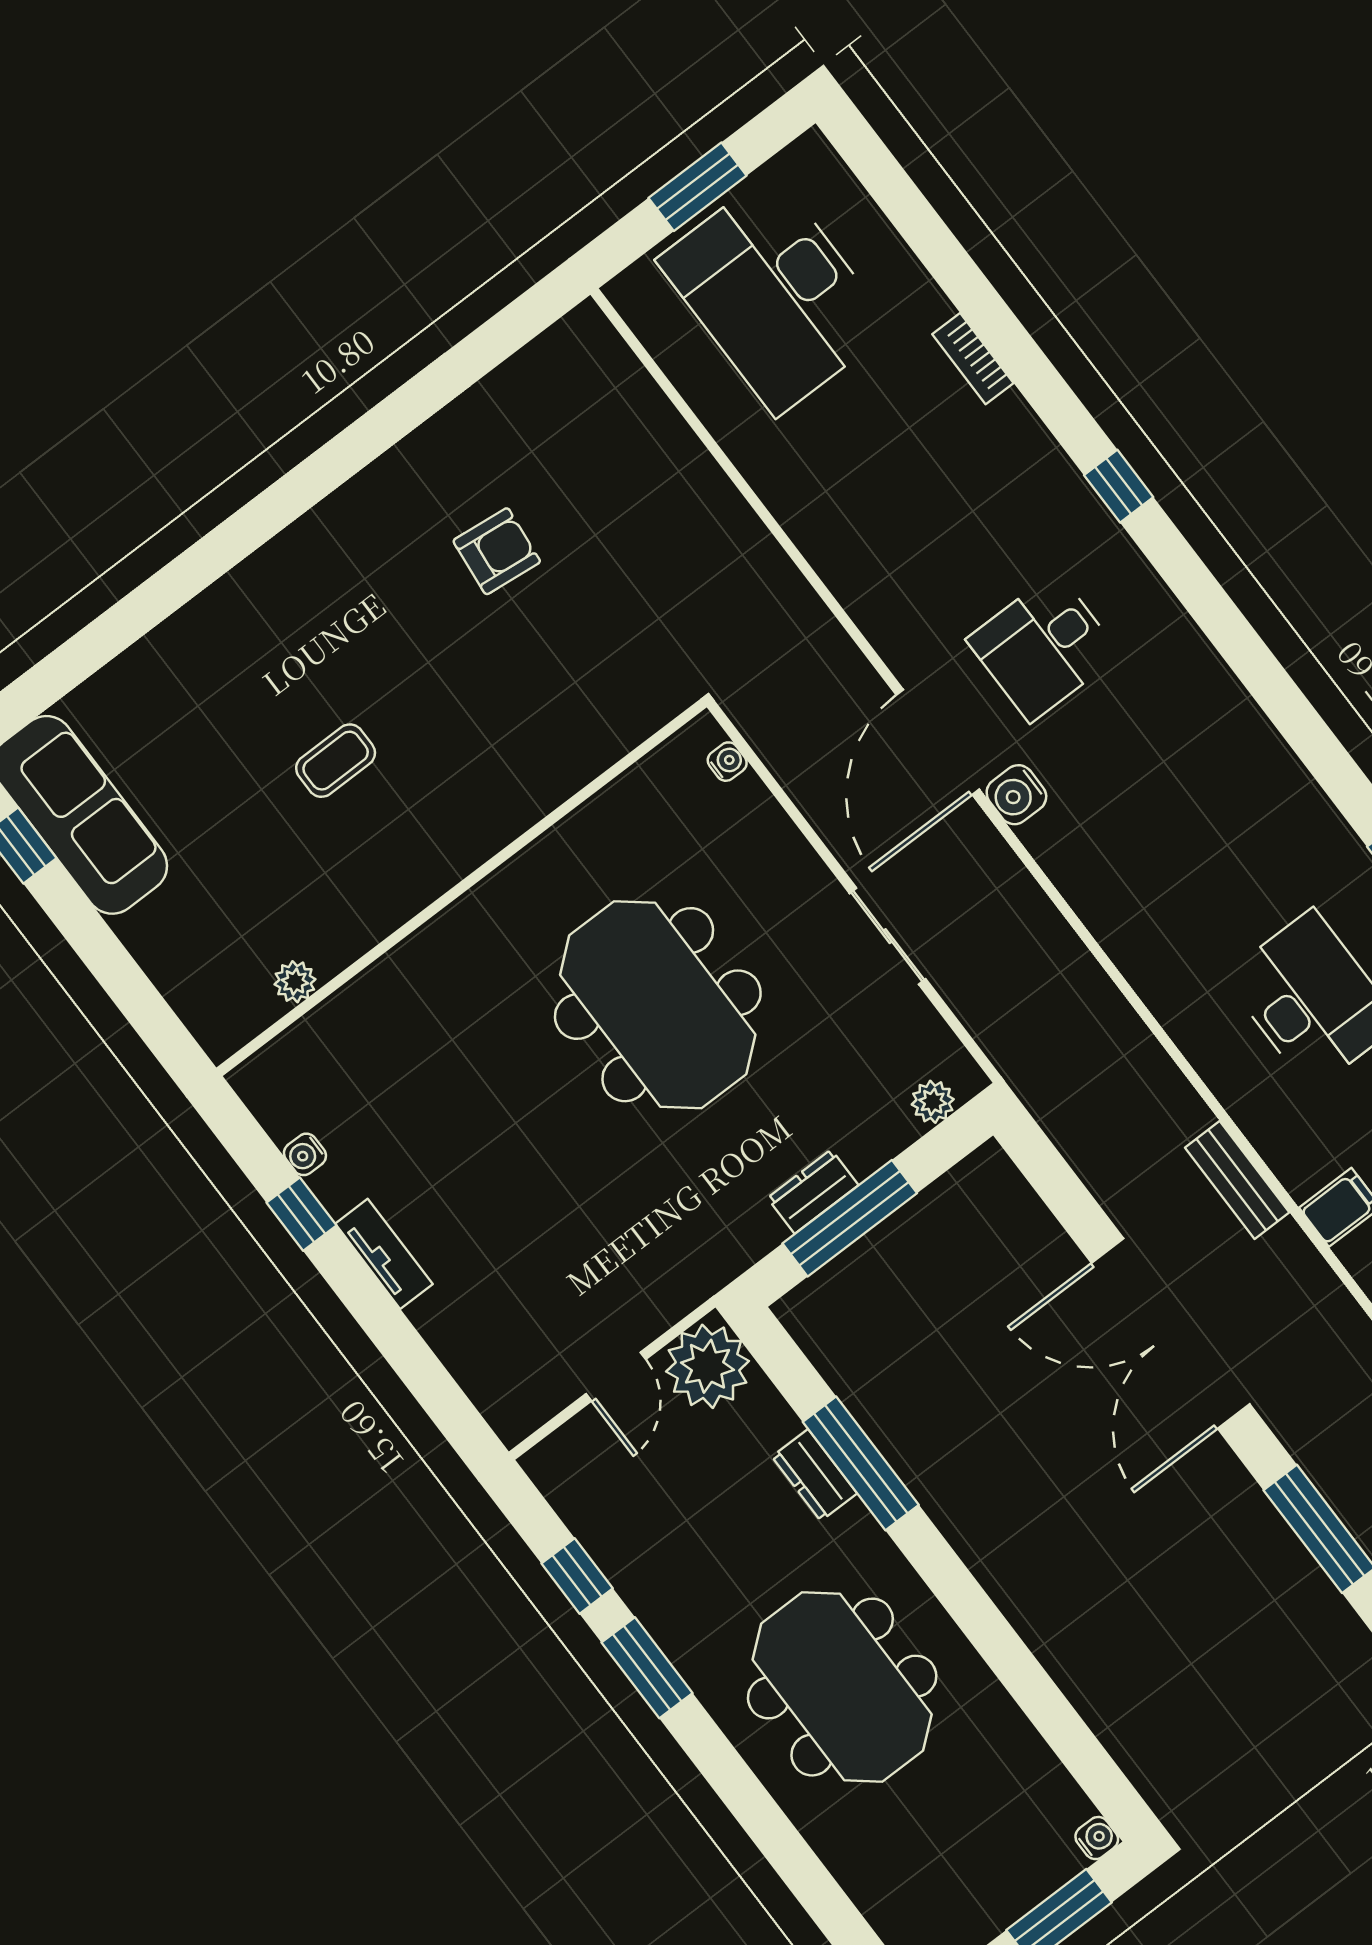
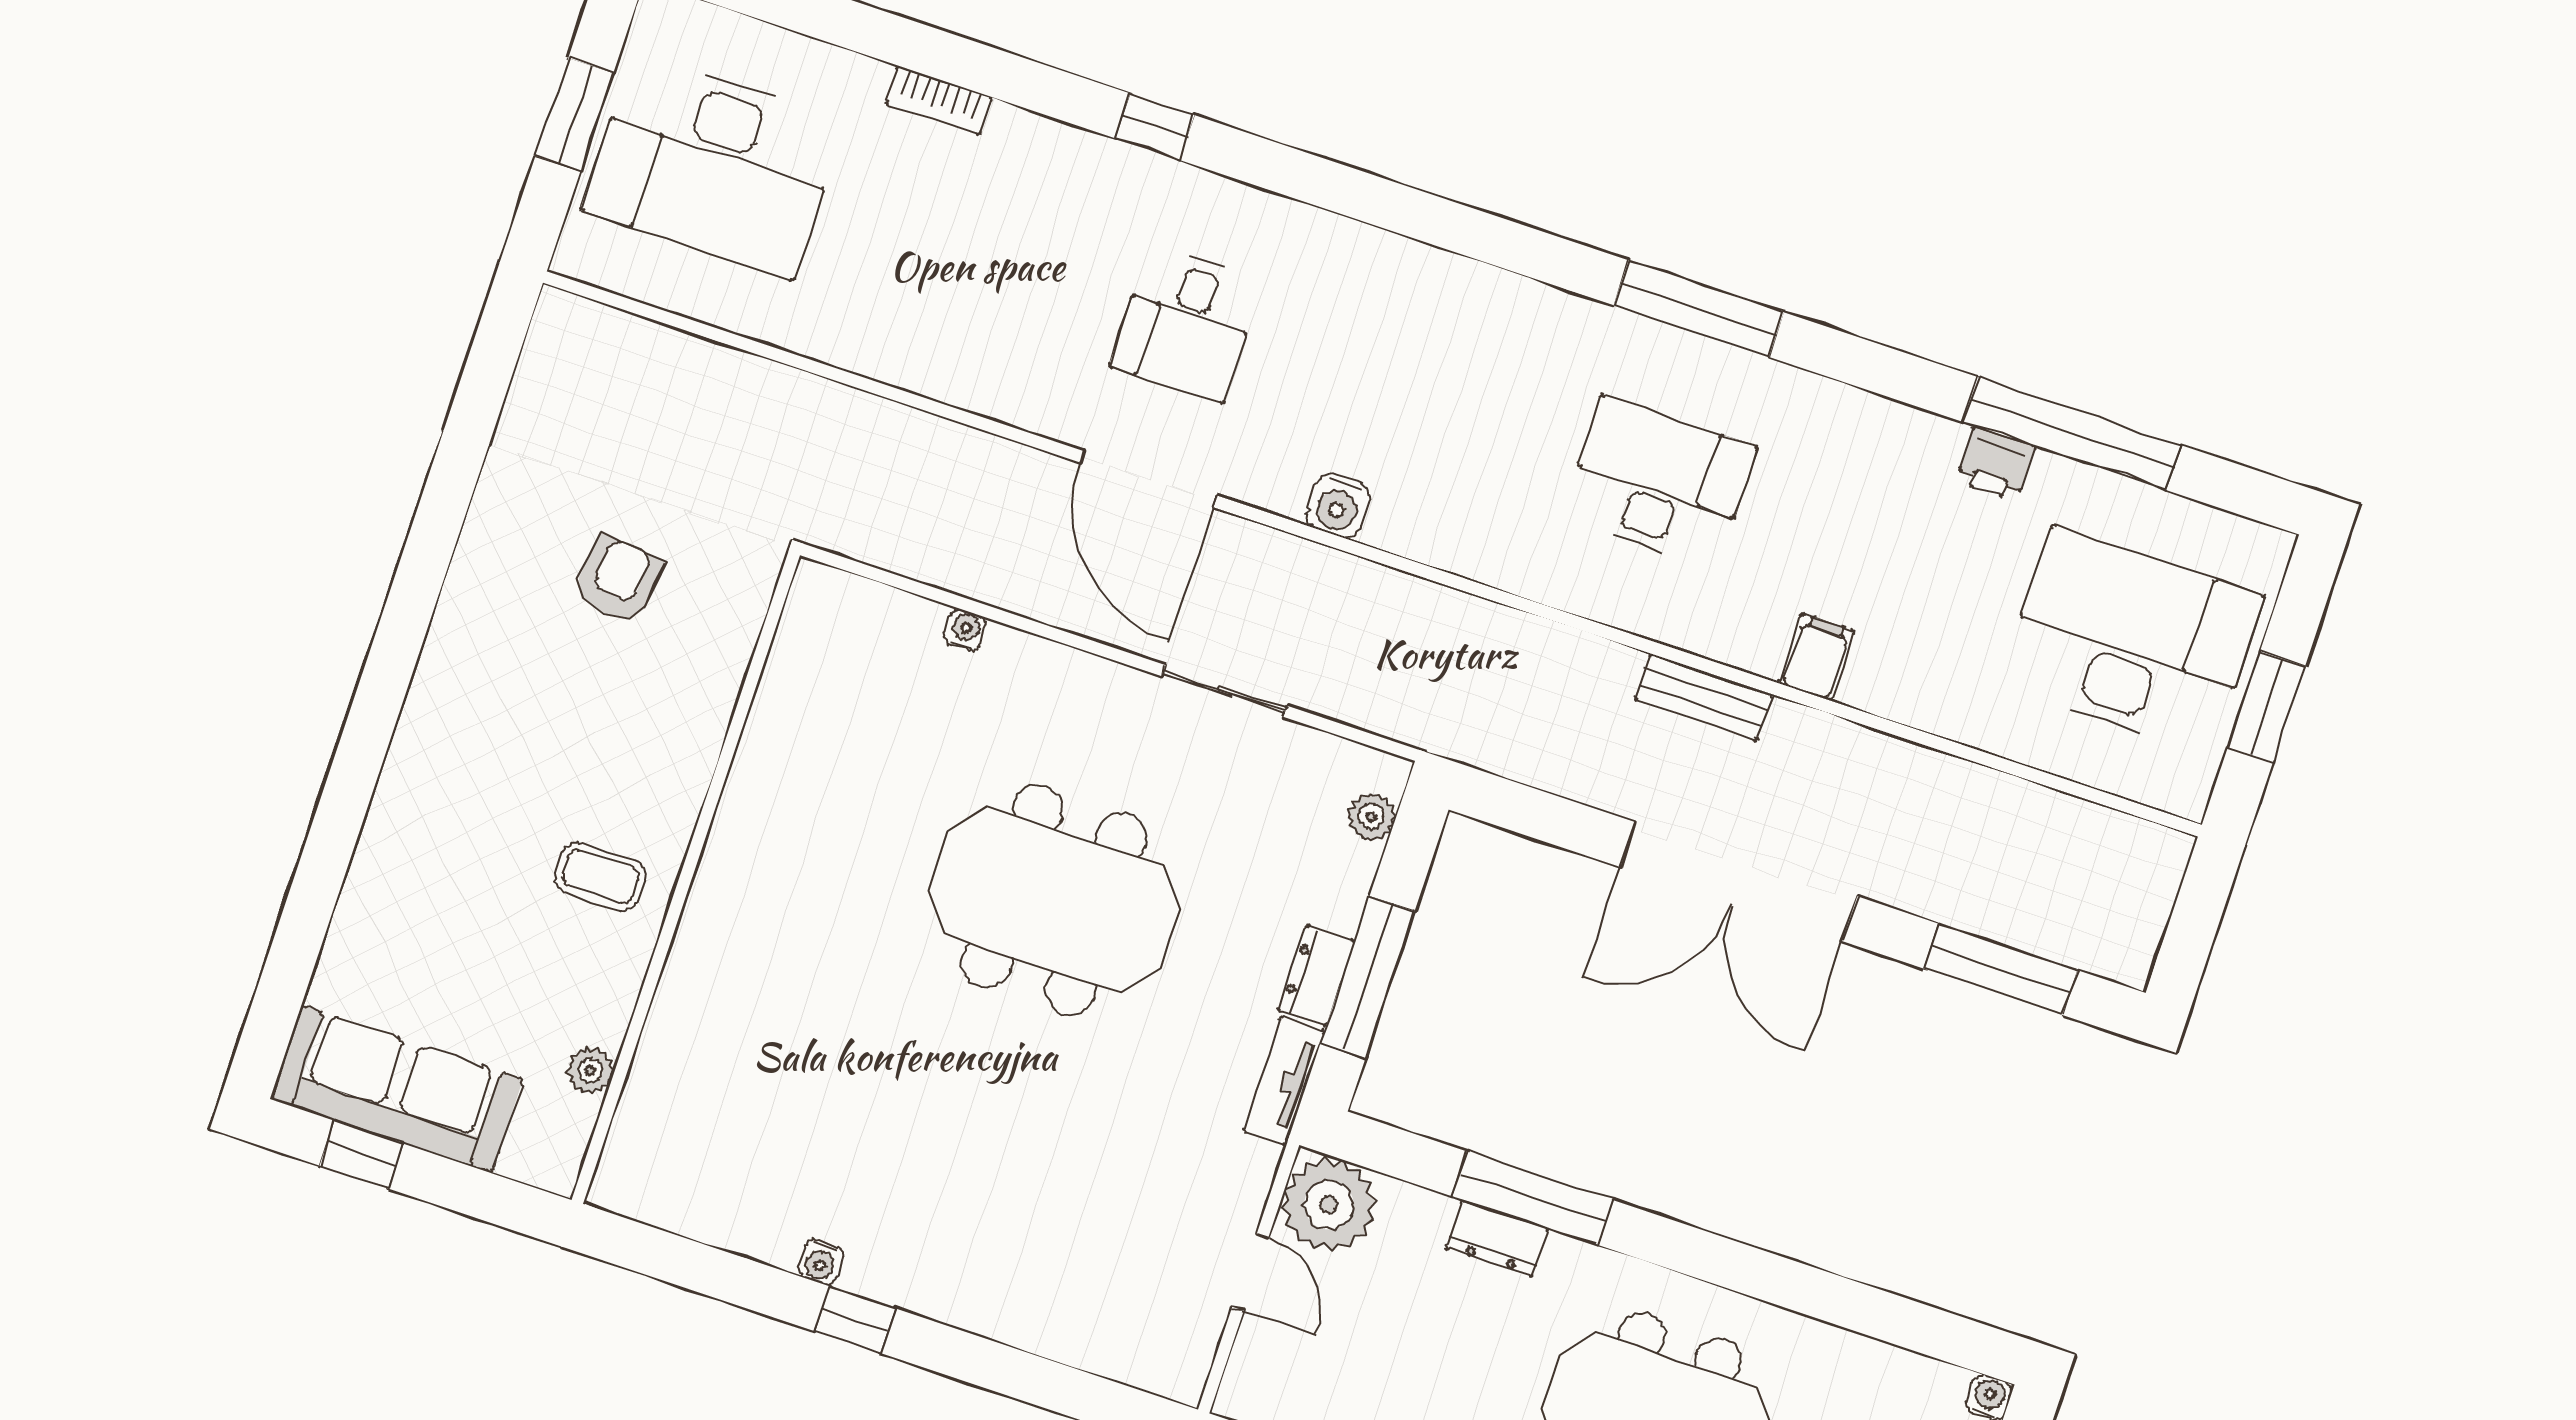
coffee table: (336, 761) -> (600, 877), turned 90
water cooler: (1016, 795) -> (1338, 506), moved
wall: (462, 887) -> (686, 878), moved
plant: (295, 982) -> (590, 1070), moved
tv unit: (384, 1254) -> (1284, 1081), moved, turned -90

